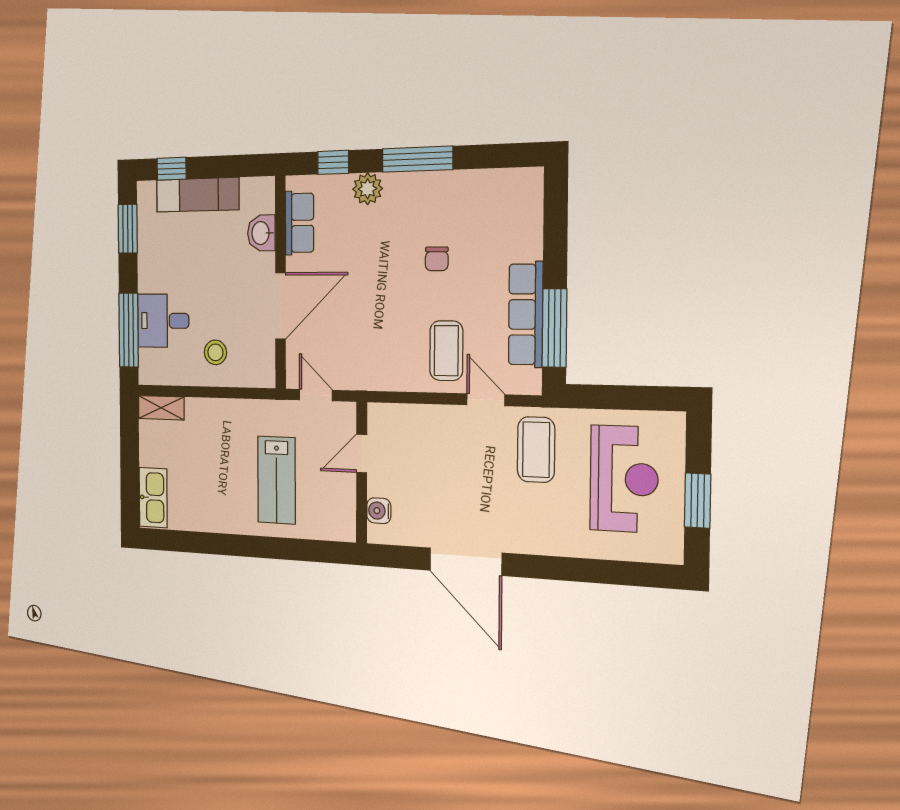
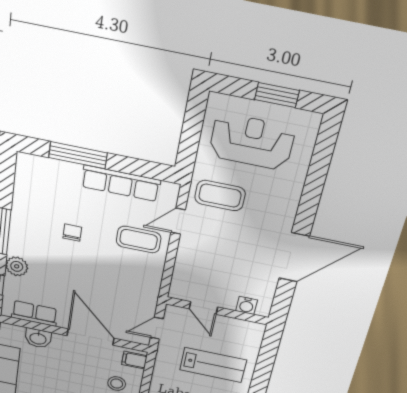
chair: (437, 259) -> (72, 233), turned -90
window: (555, 328) -> (78, 155), moved
filing cabinet: (259, 372) -> (134, 360), added

